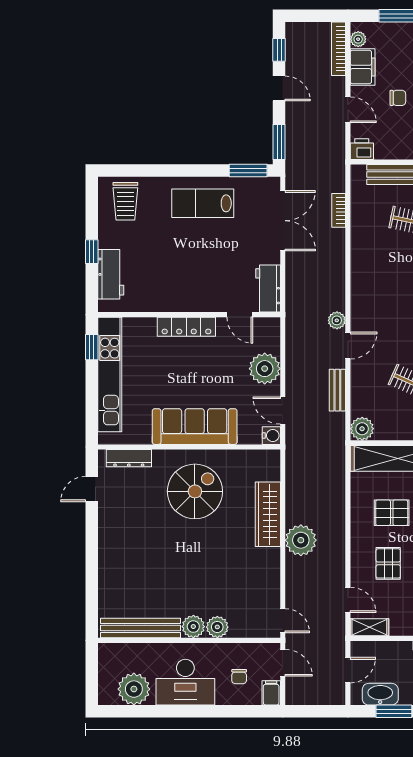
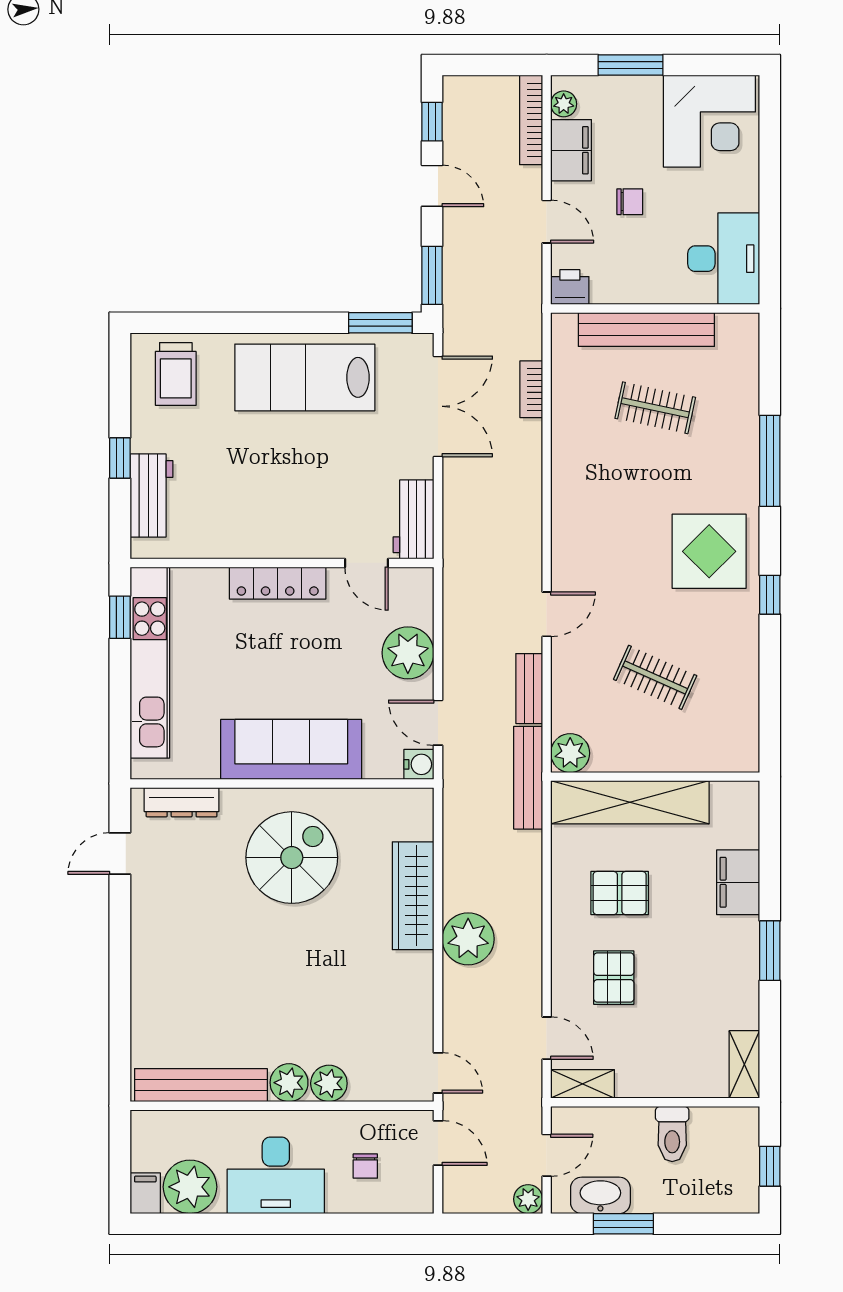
lab bench: (203, 203) -> (305, 377), width x1.36, depth x1.39
plant: (337, 320) -> (528, 1199), moved
bench: (337, 444) -> (528, 778), added
filing cabinet: (271, 693) -> (145, 1193), moved

